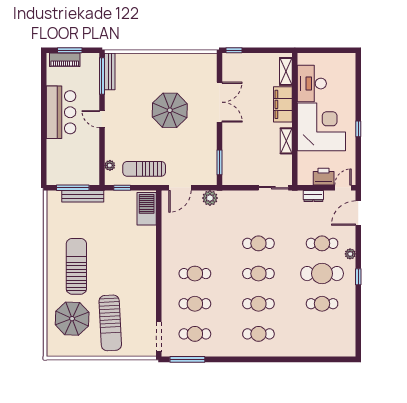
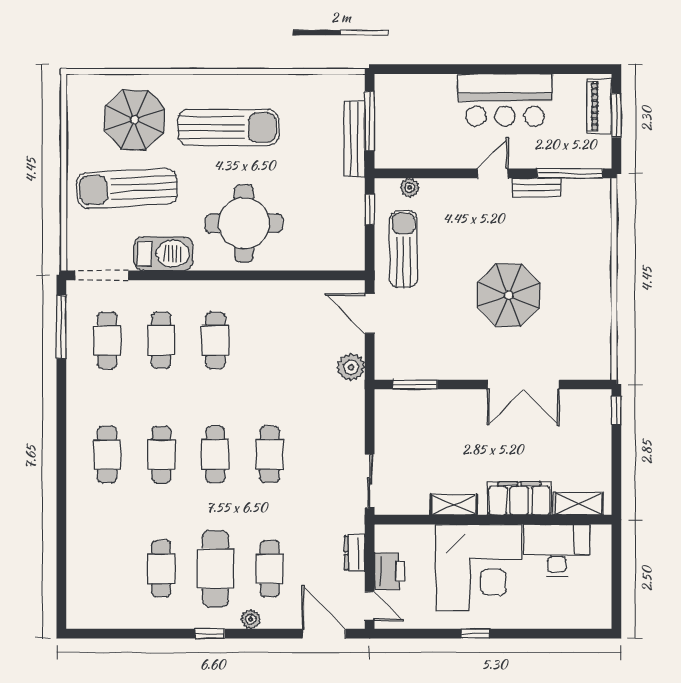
bench: (110, 71) -> (537, 187), moved, width x0.73
barbecue: (147, 209) -> (163, 254), moved
round table: (130, 258) -> (244, 223), added

